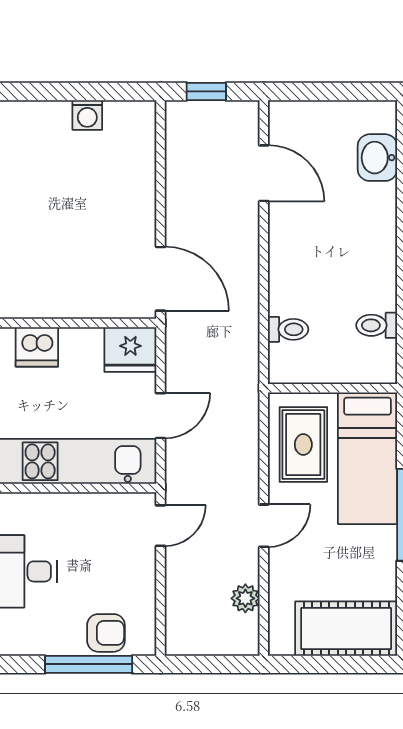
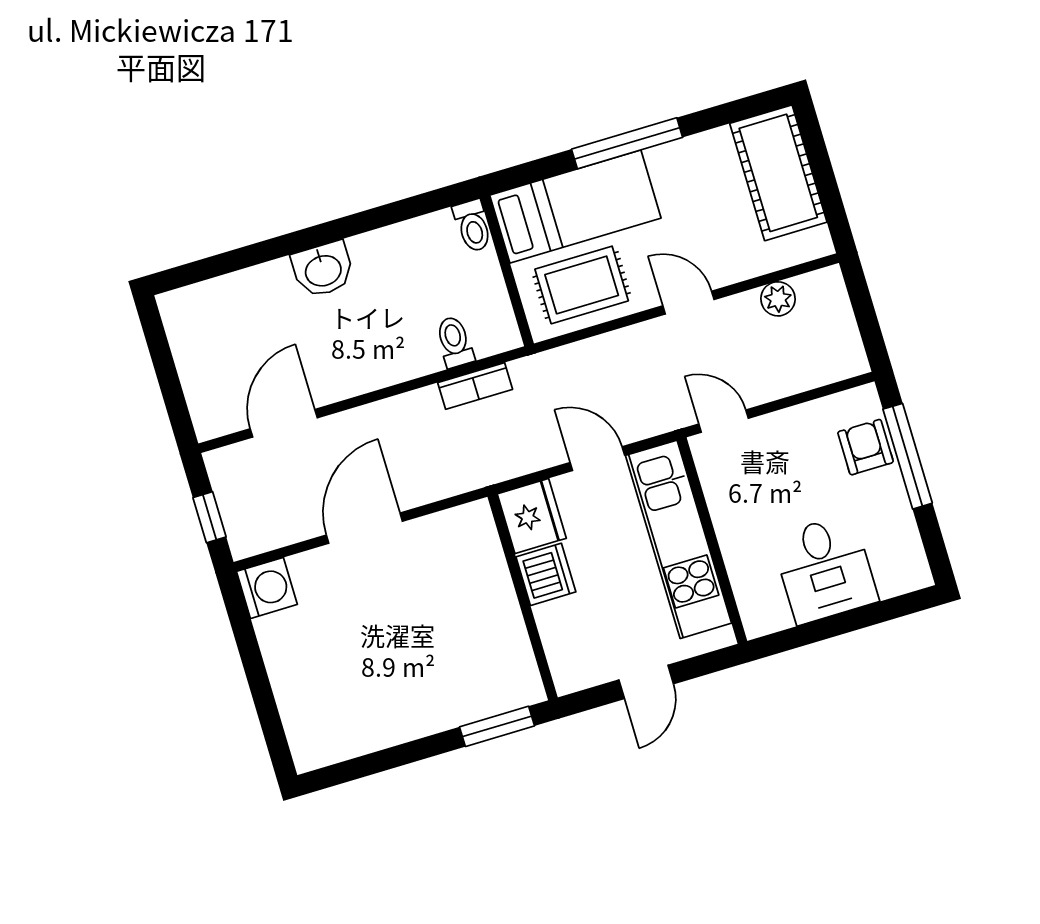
washing machine: (87, 115) -> (267, 588), moved, width x1.38, depth x1.38
washbasin: (377, 158) -> (323, 269), moved
door: (161, 279) -> (364, 528), moved
toilet: (377, 325) -> (473, 226), moved
bookcase: (248, 335) -> (475, 386), added
dishwasher: (37, 347) -> (546, 574), moved

